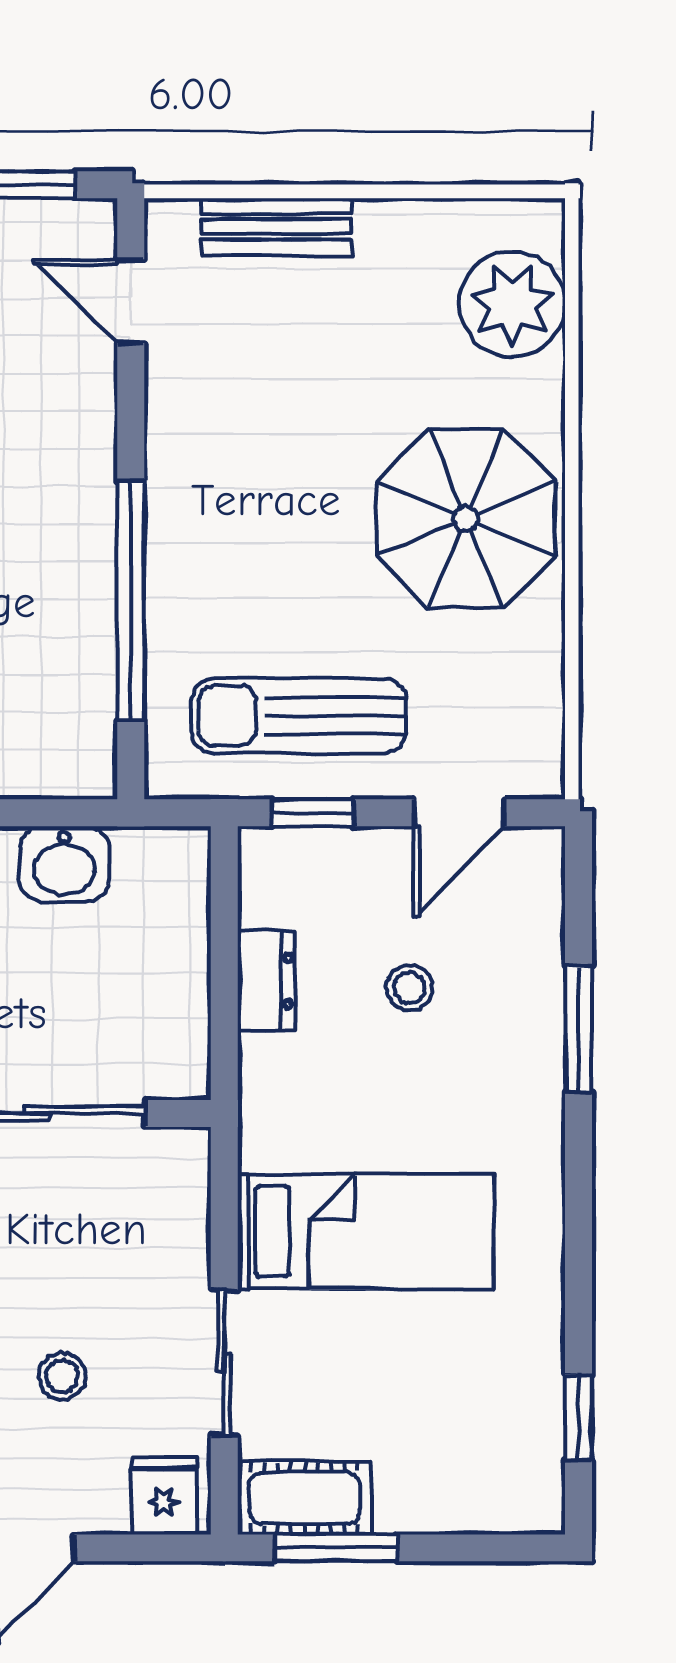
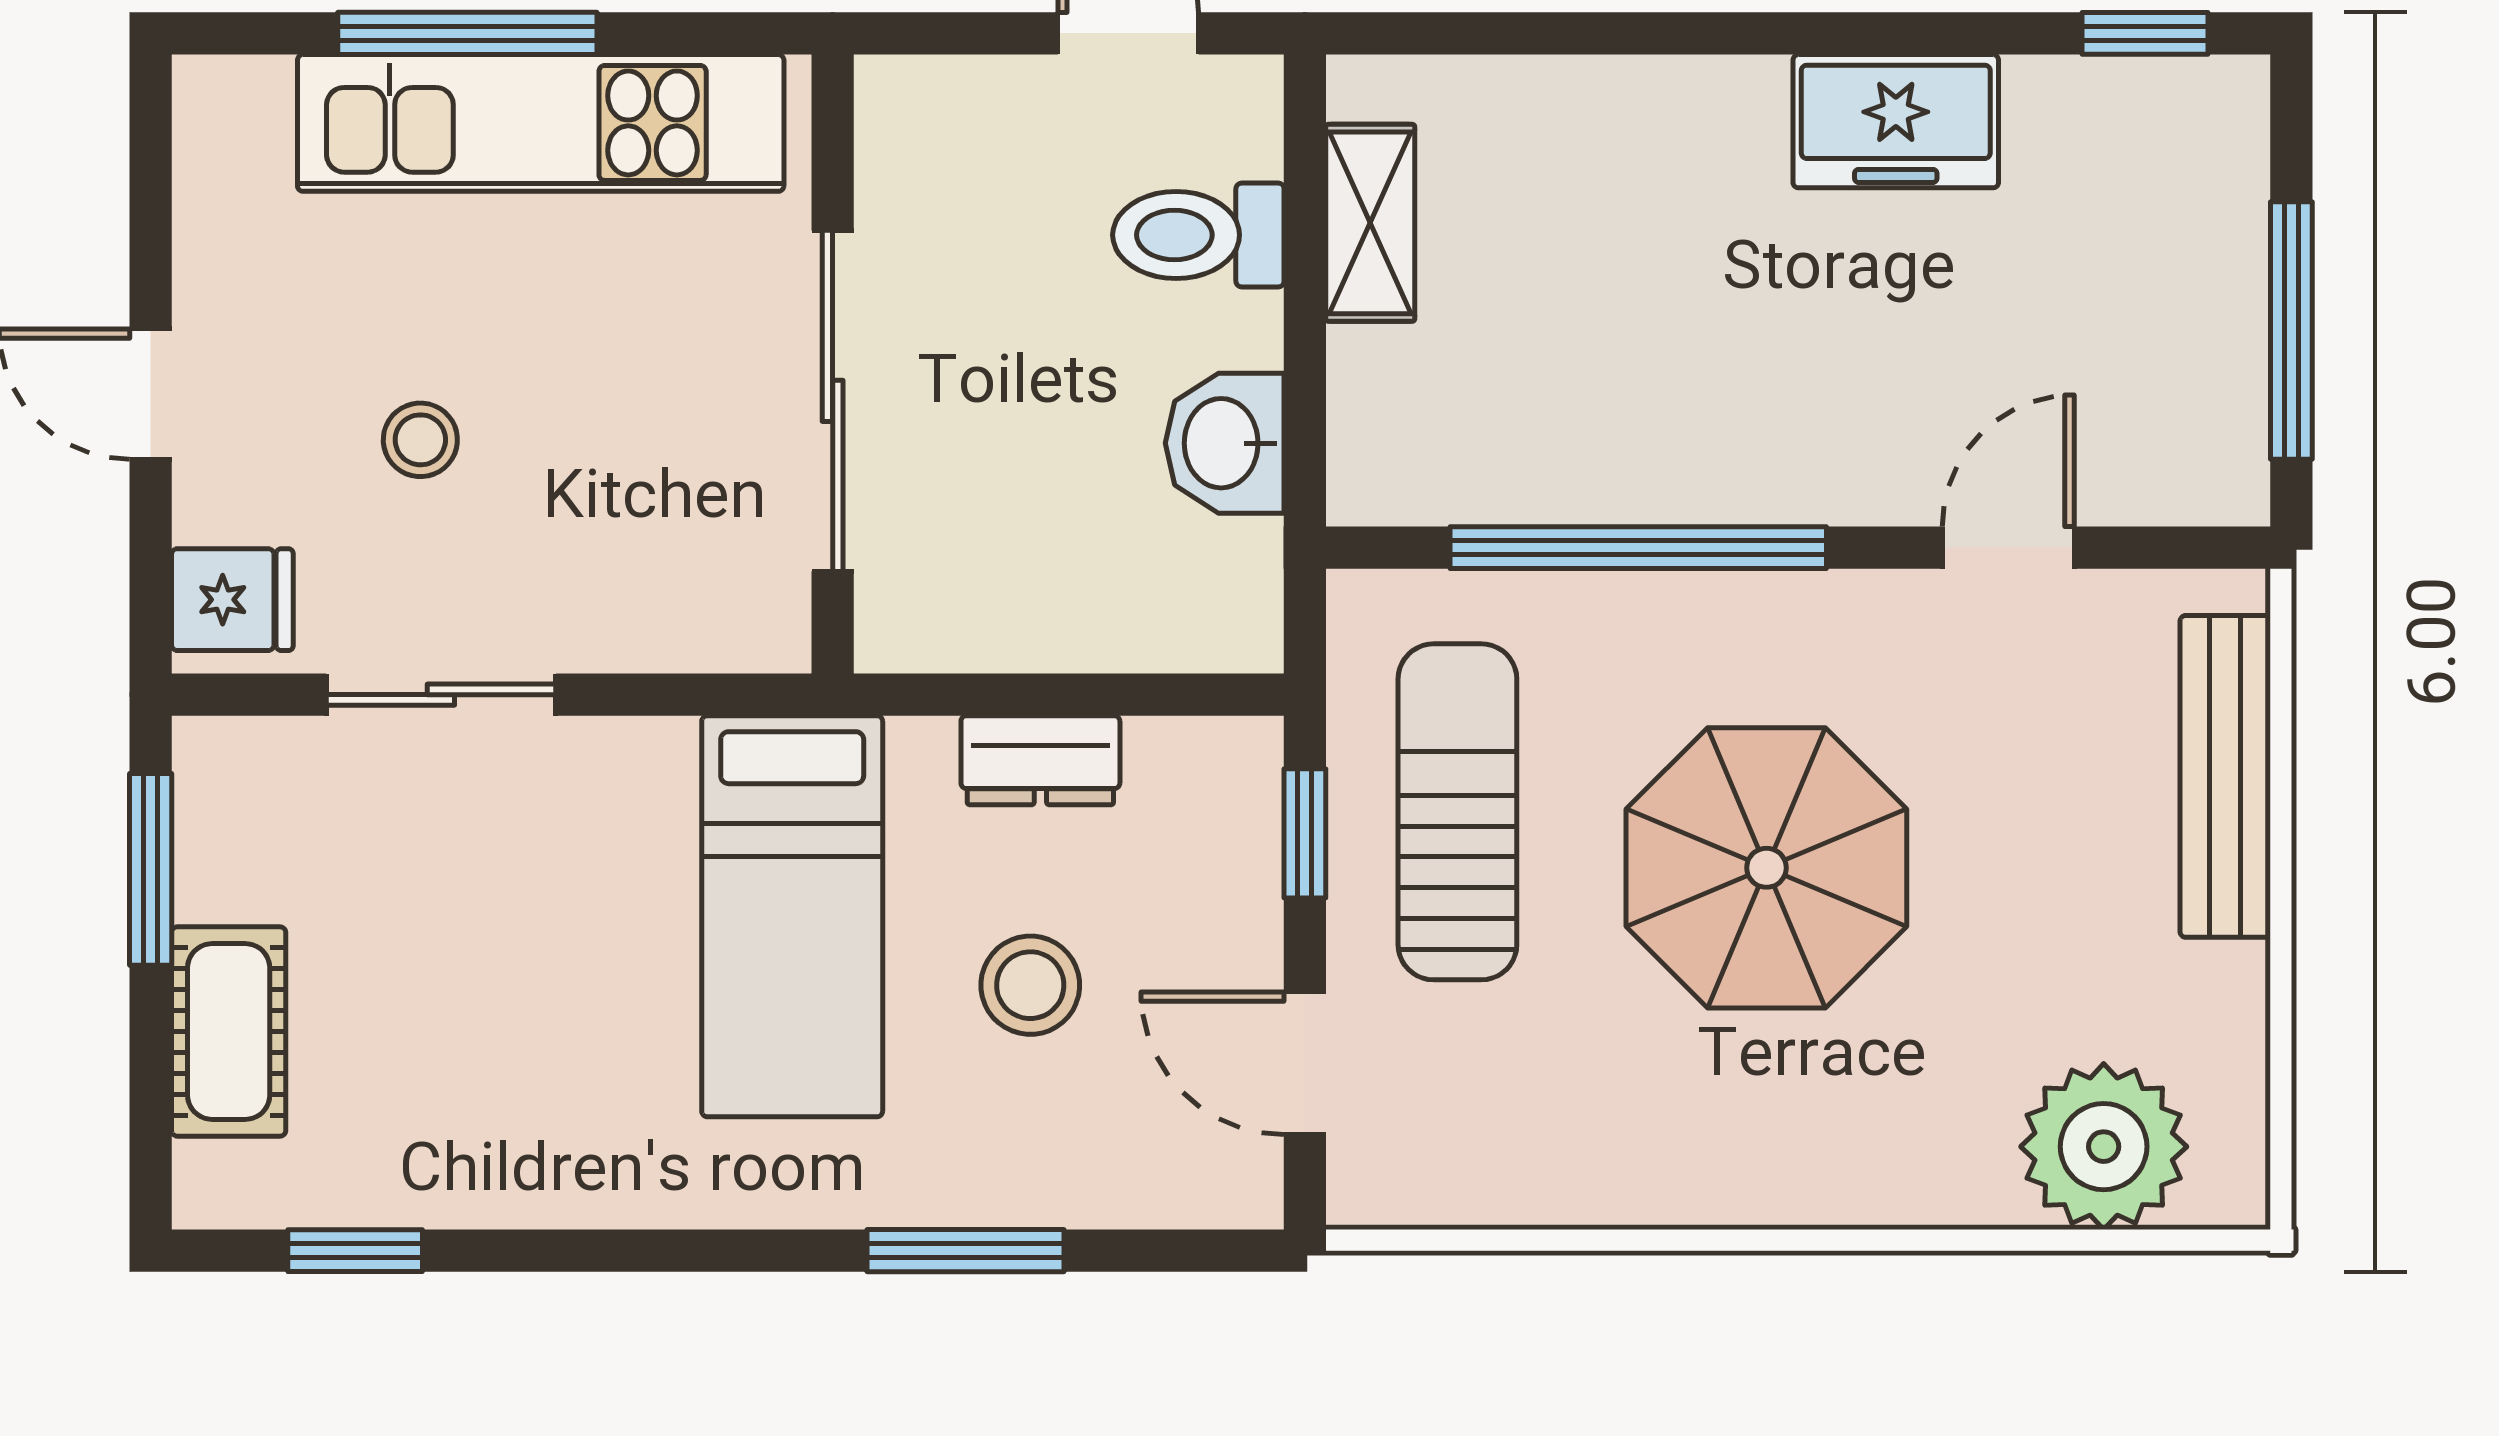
bench: (276, 227) -> (2225, 776), width x1.36
door: (131, 301) -> (2008, 548), moved
parasol: (466, 519) -> (1766, 868), moved
stool: (409, 988) -> (1030, 985), width x1.37, depth x1.37
bed: (365, 1232) -> (792, 916), moved
cot: (304, 1498) -> (229, 1032), moved

